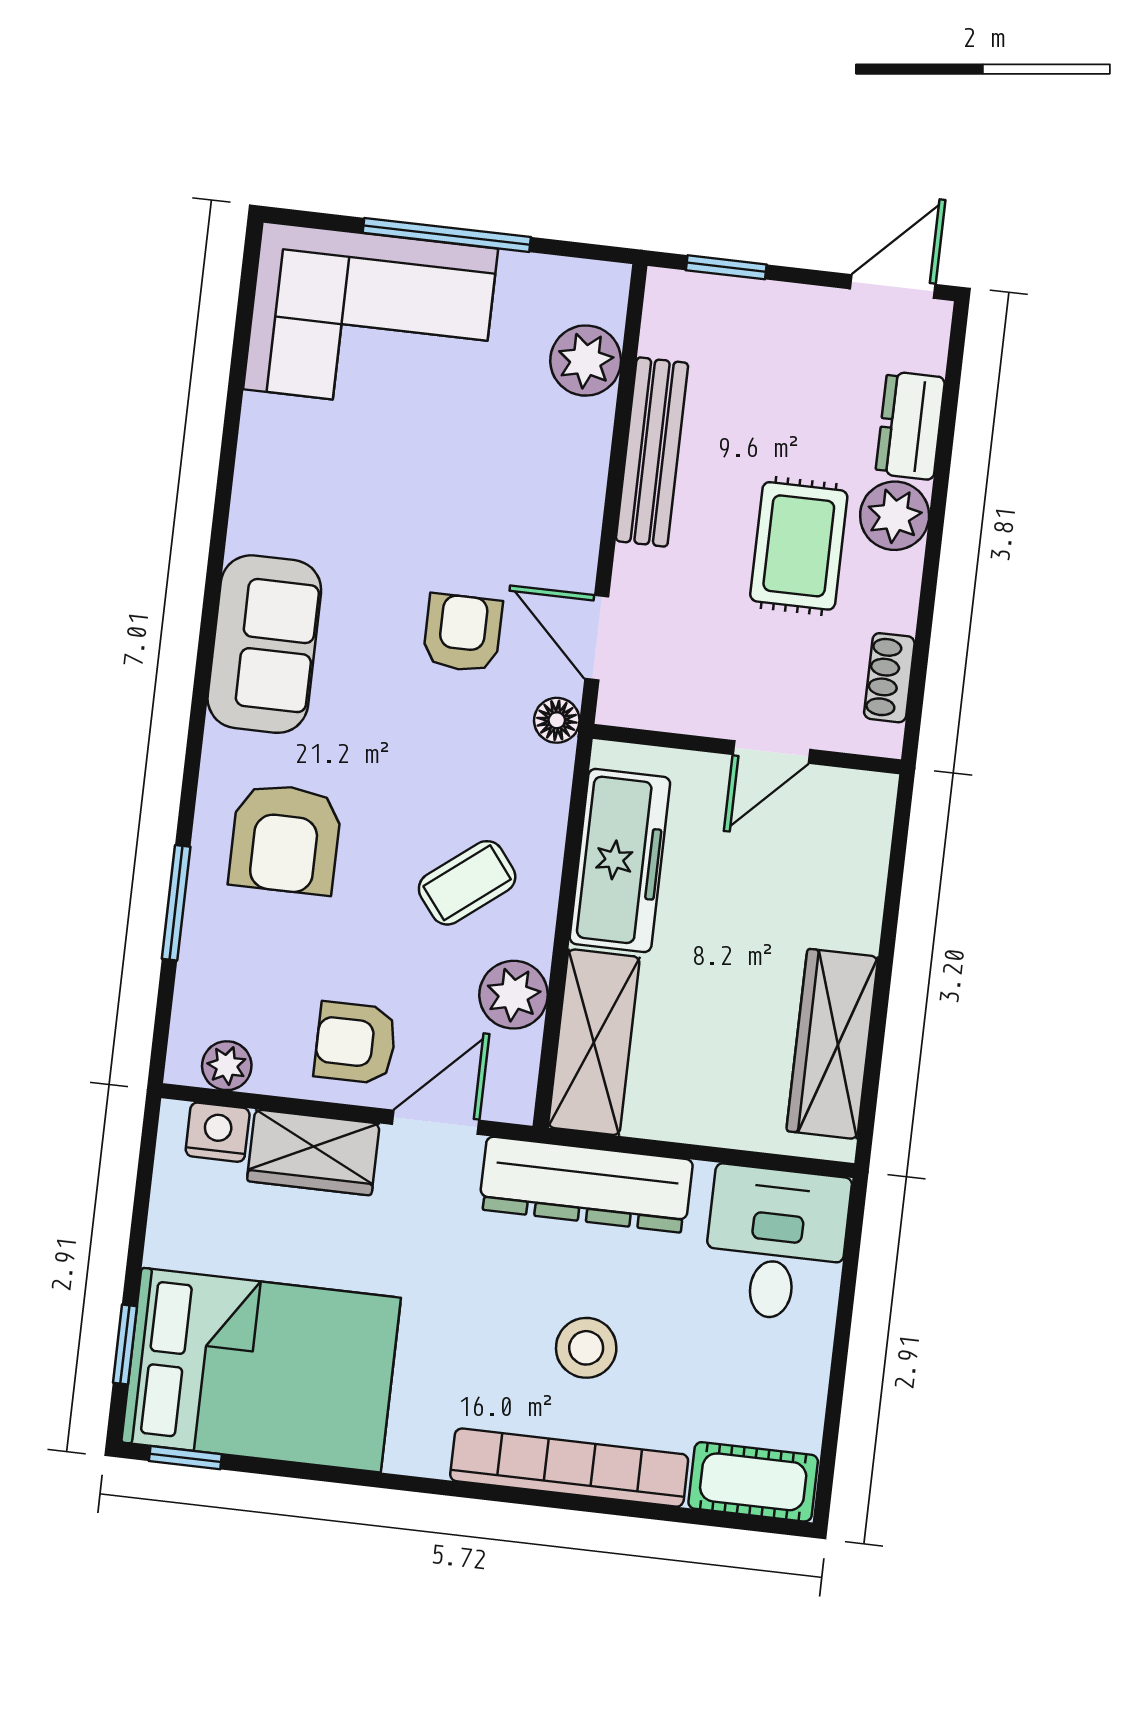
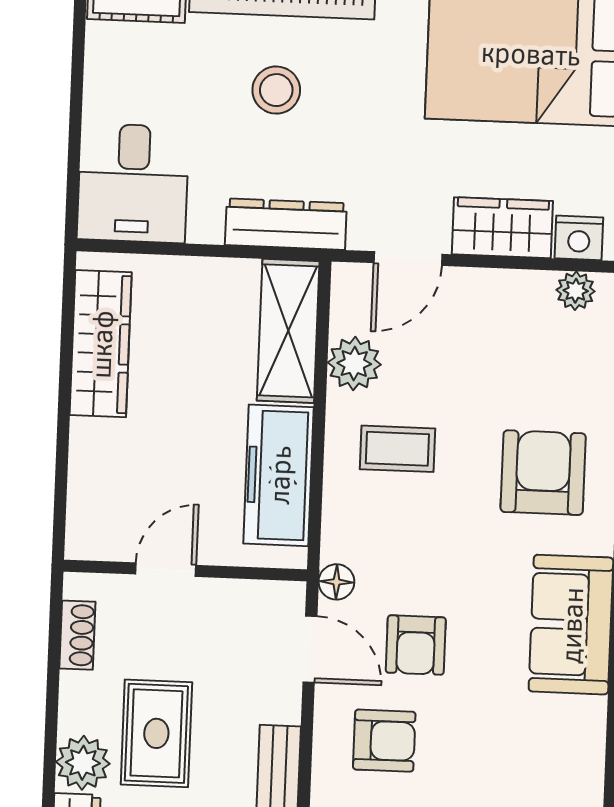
coffee table: (467, 883) -> (397, 449), turned 38
armchair: (355, 1043) -> (384, 741), moved
dresser: (586, 1185) -> (286, 224), width x0.73, depth x0.80

